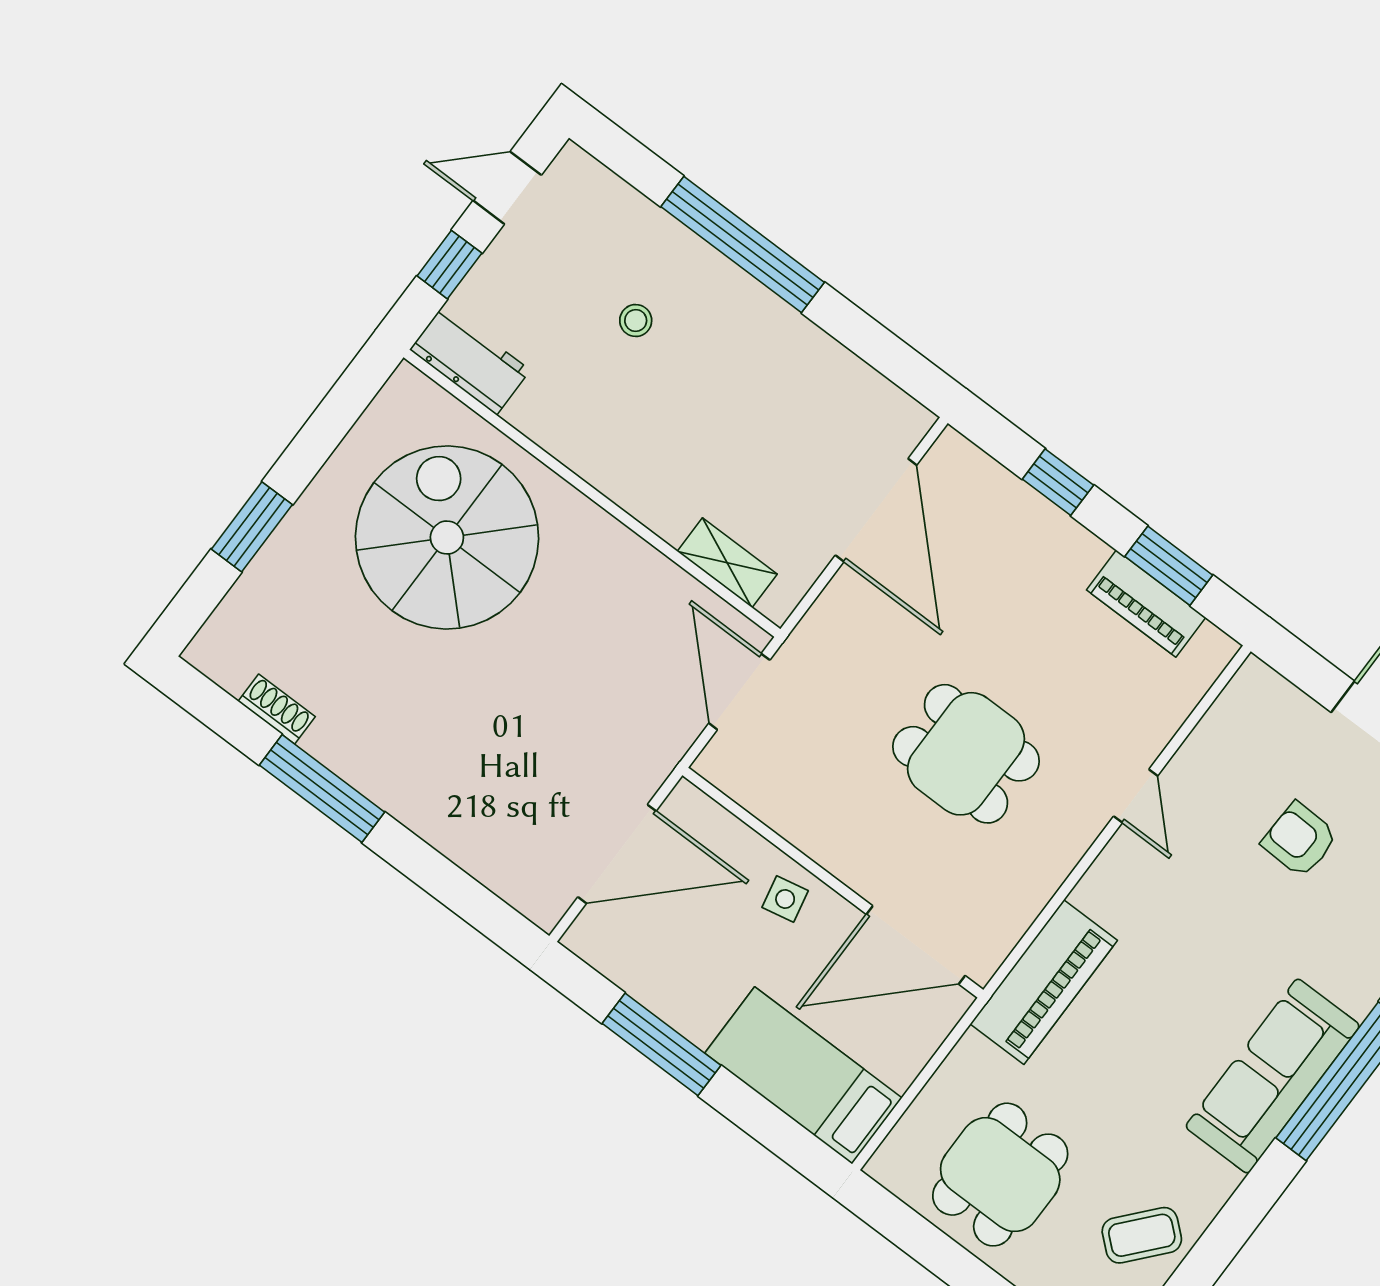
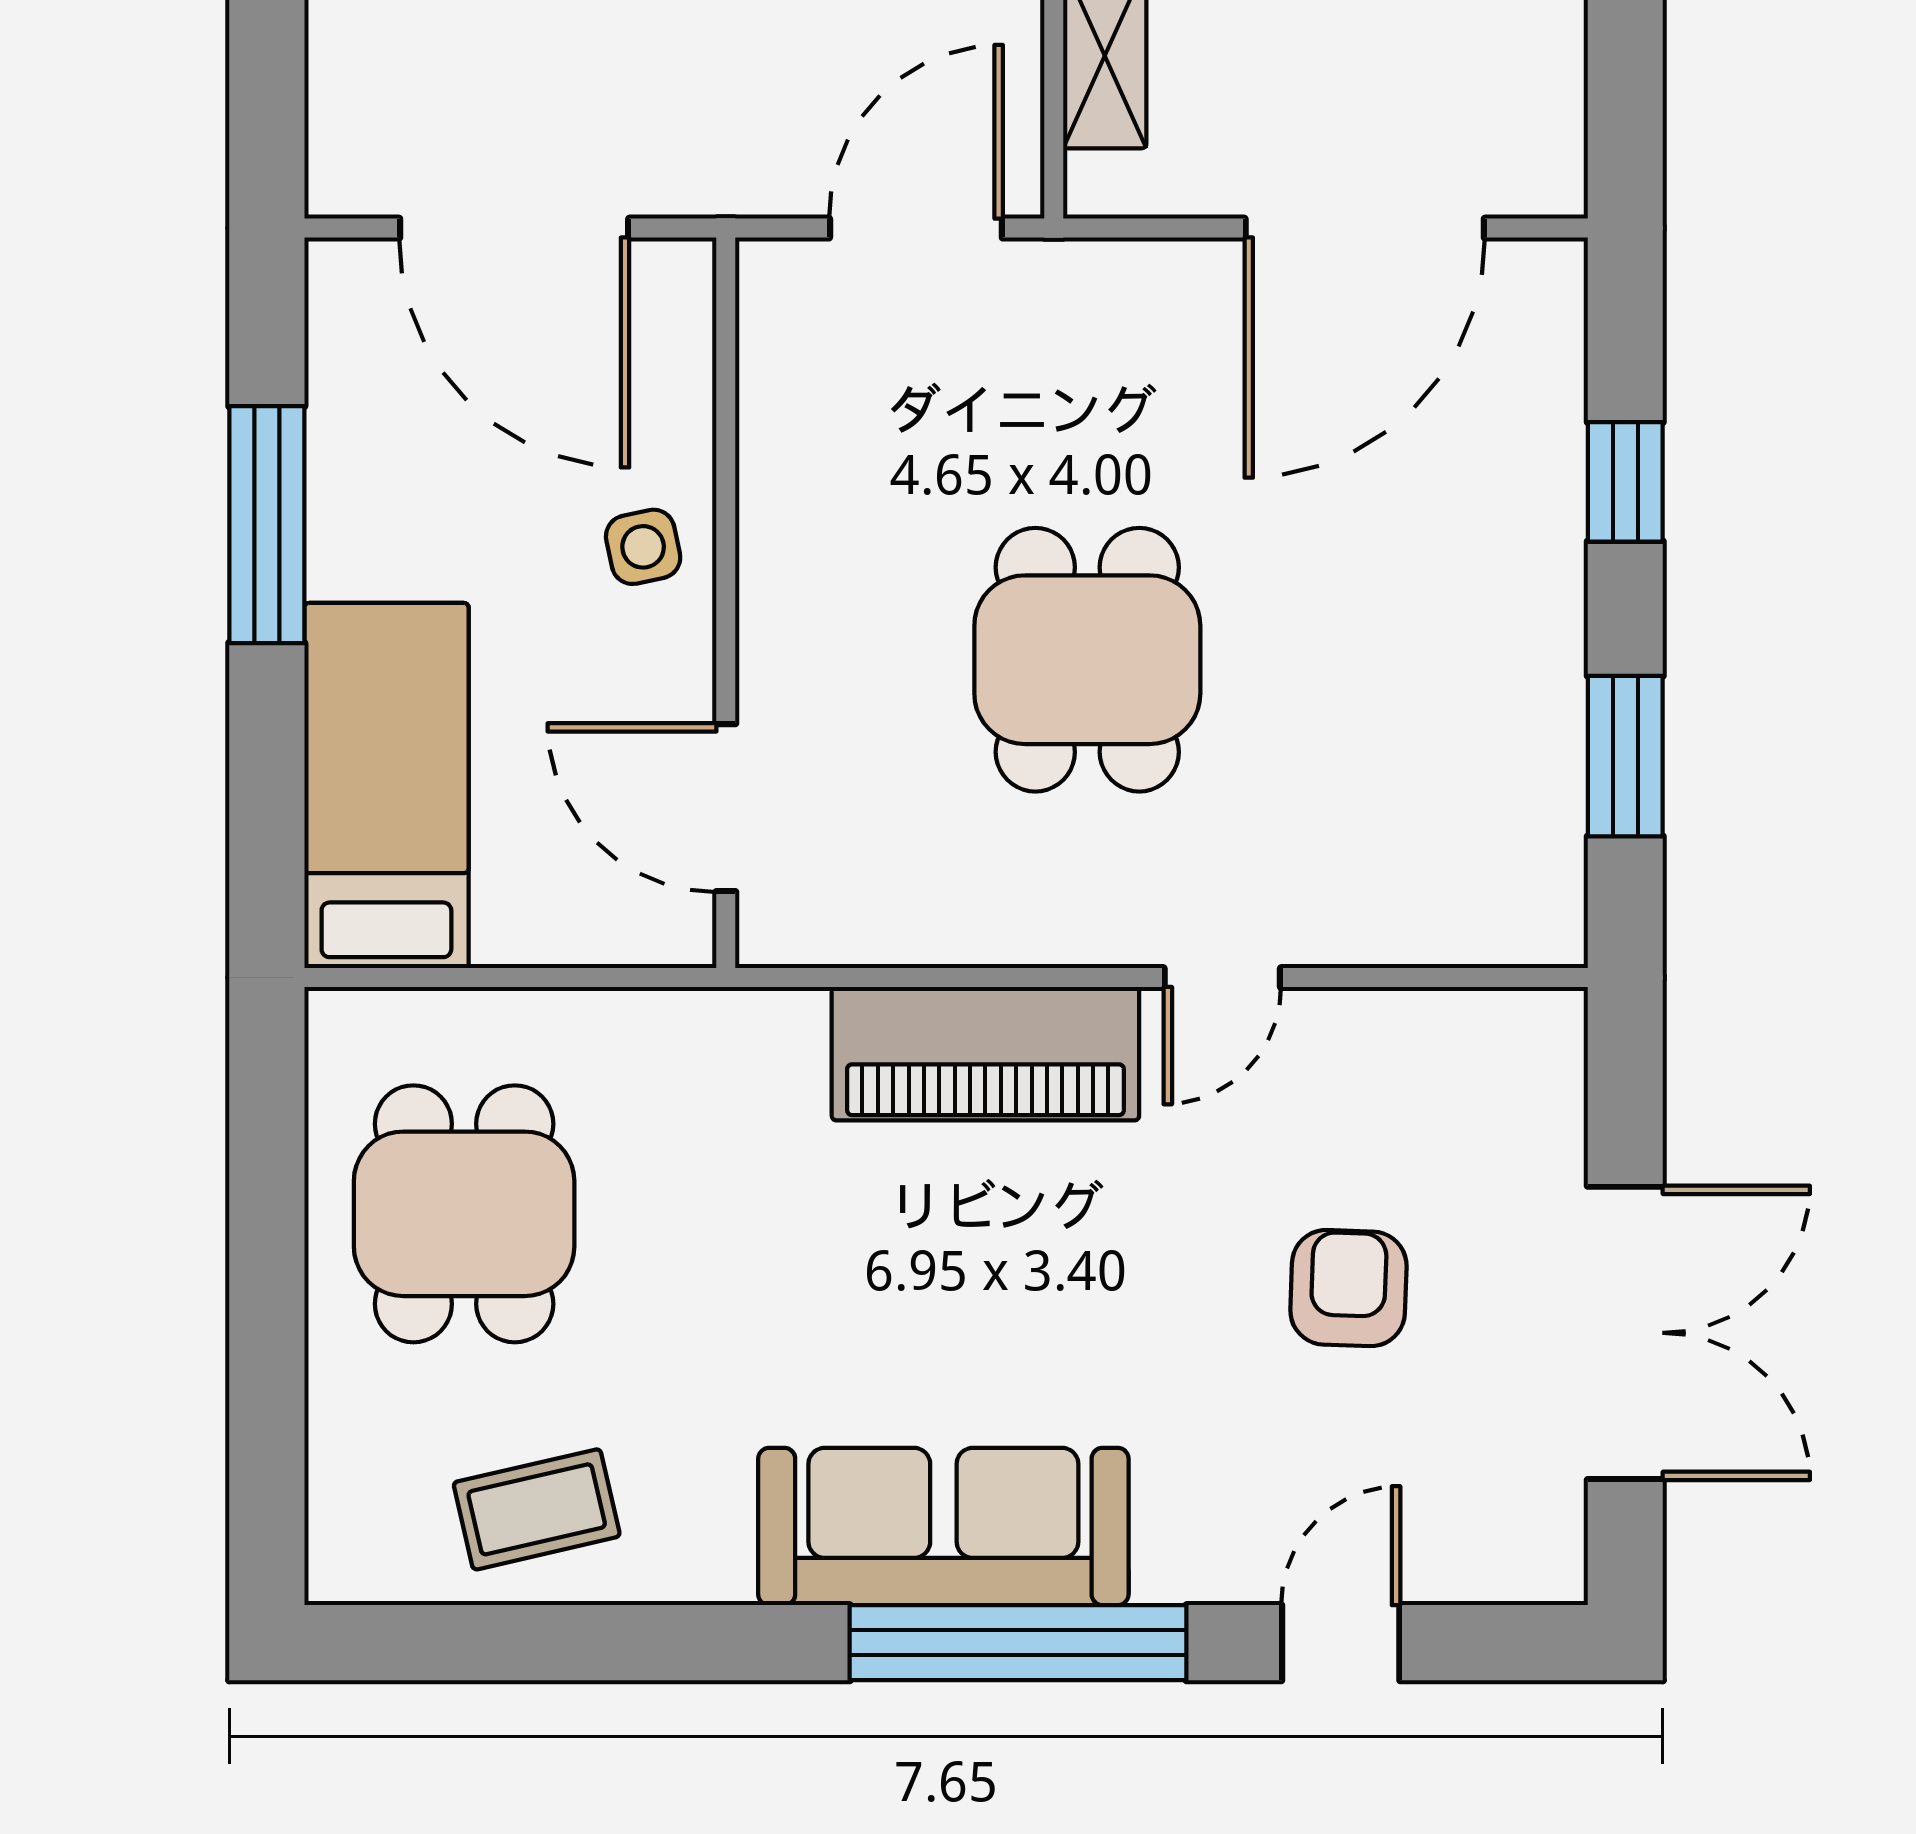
piano: (1146, 604) -> (1538, 765), removed
door: (916, 945) -> (726, 808), width x0.73
piano: (1044, 982) -> (985, 1054), moved
dining table: (1000, 1175) -> (464, 1214), turned 90
coffee table: (1142, 1235) -> (537, 1509), turned -54

